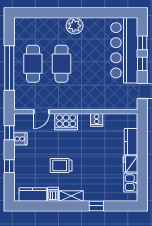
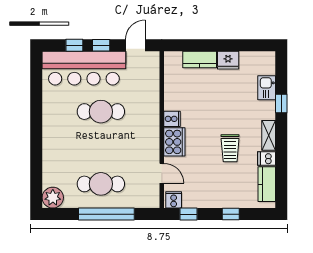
plant: (75, 26) -> (53, 198), moved
cafe table: (61, 64) -> (101, 112), moved
cooker: (97, 120) -> (172, 119), moved
cooker: (20, 139) -> (174, 200), moved
kitchen sink: (131, 183) -> (267, 88), moved, turned 90

